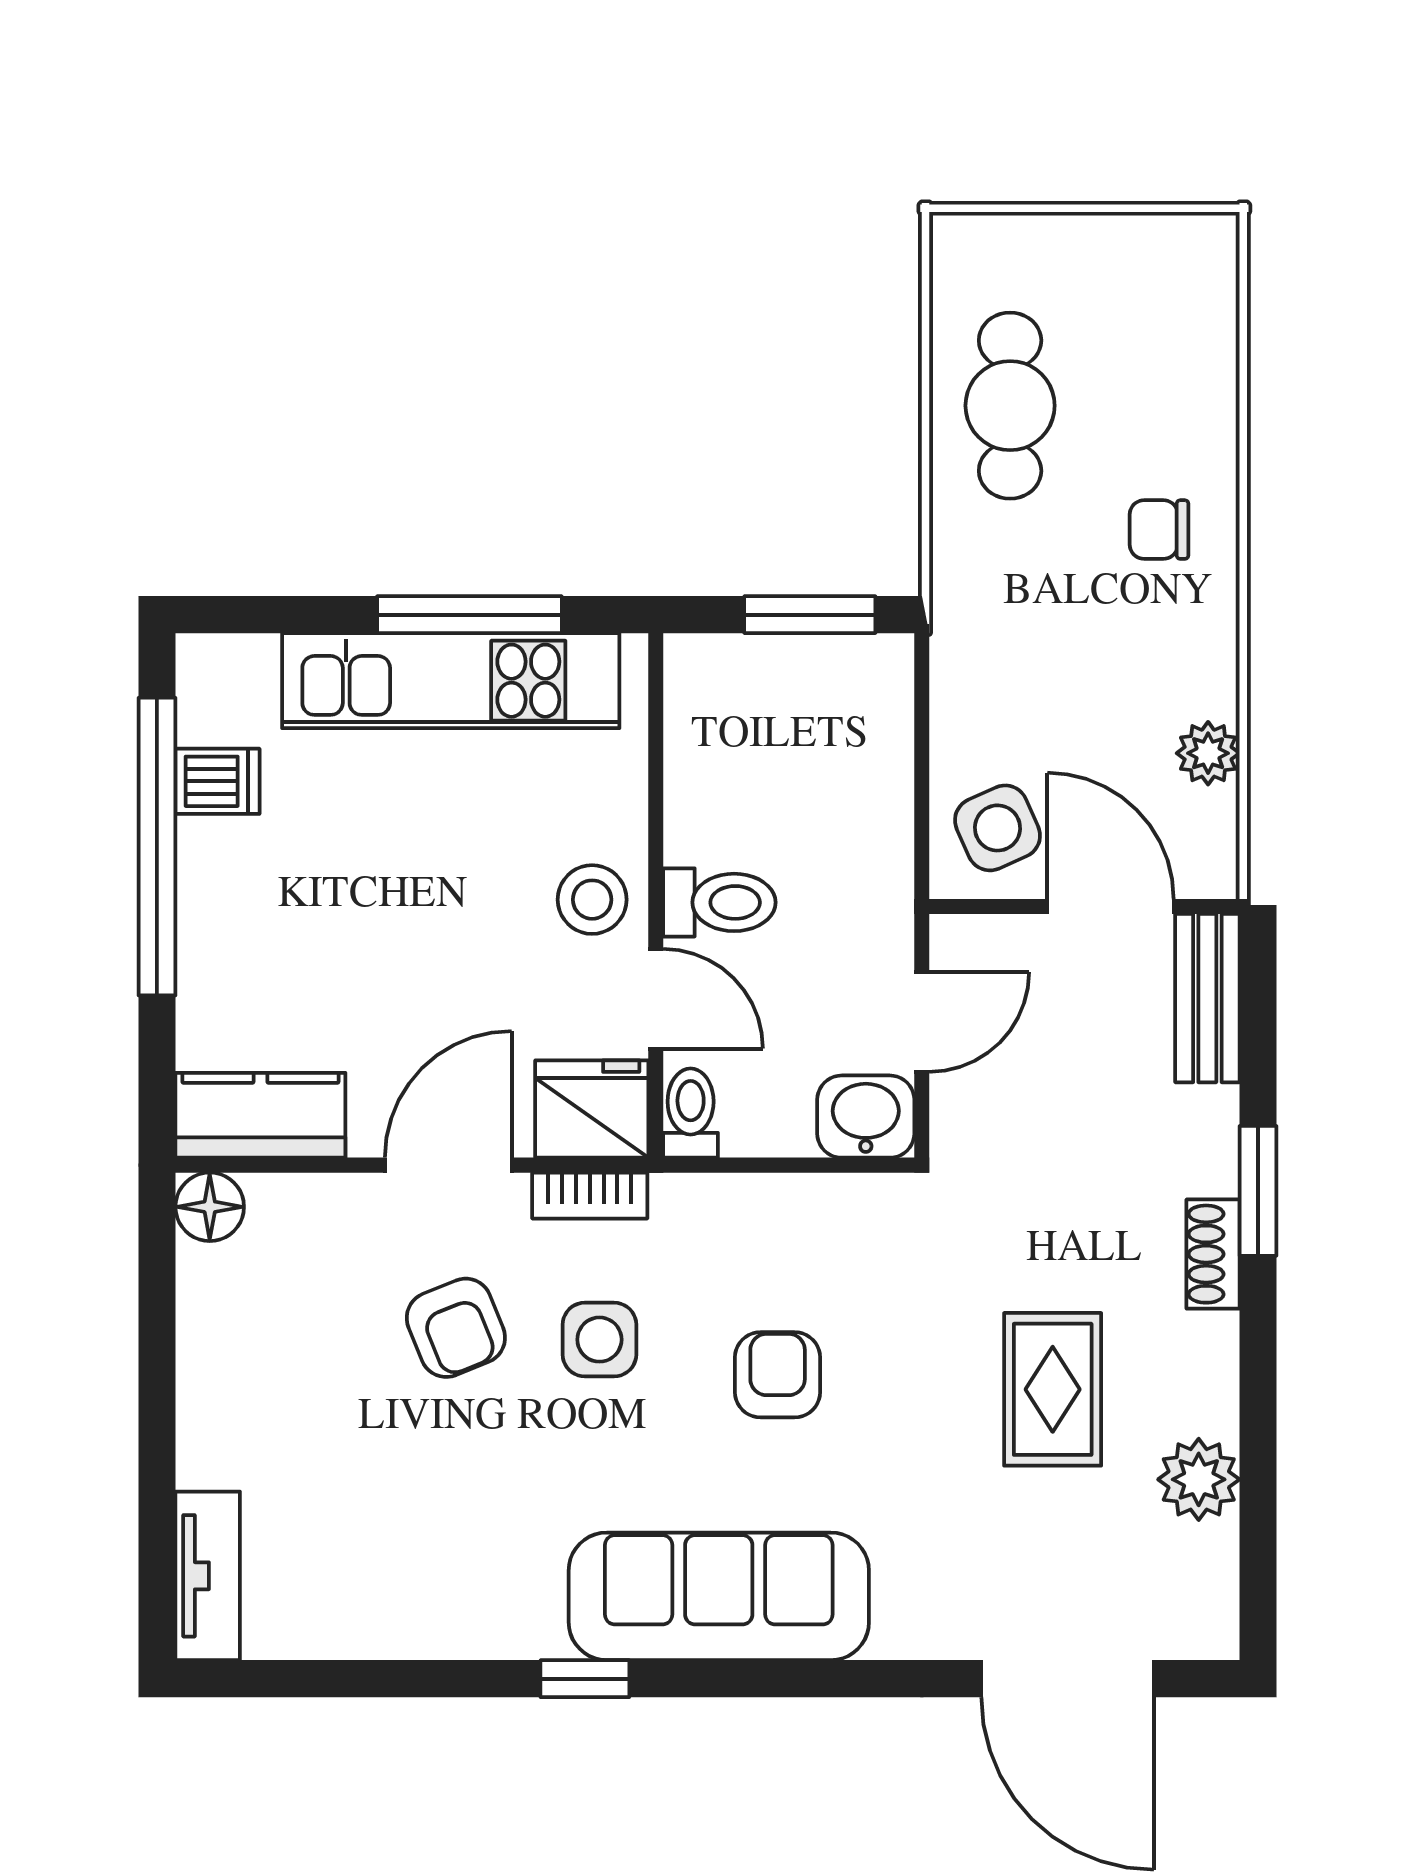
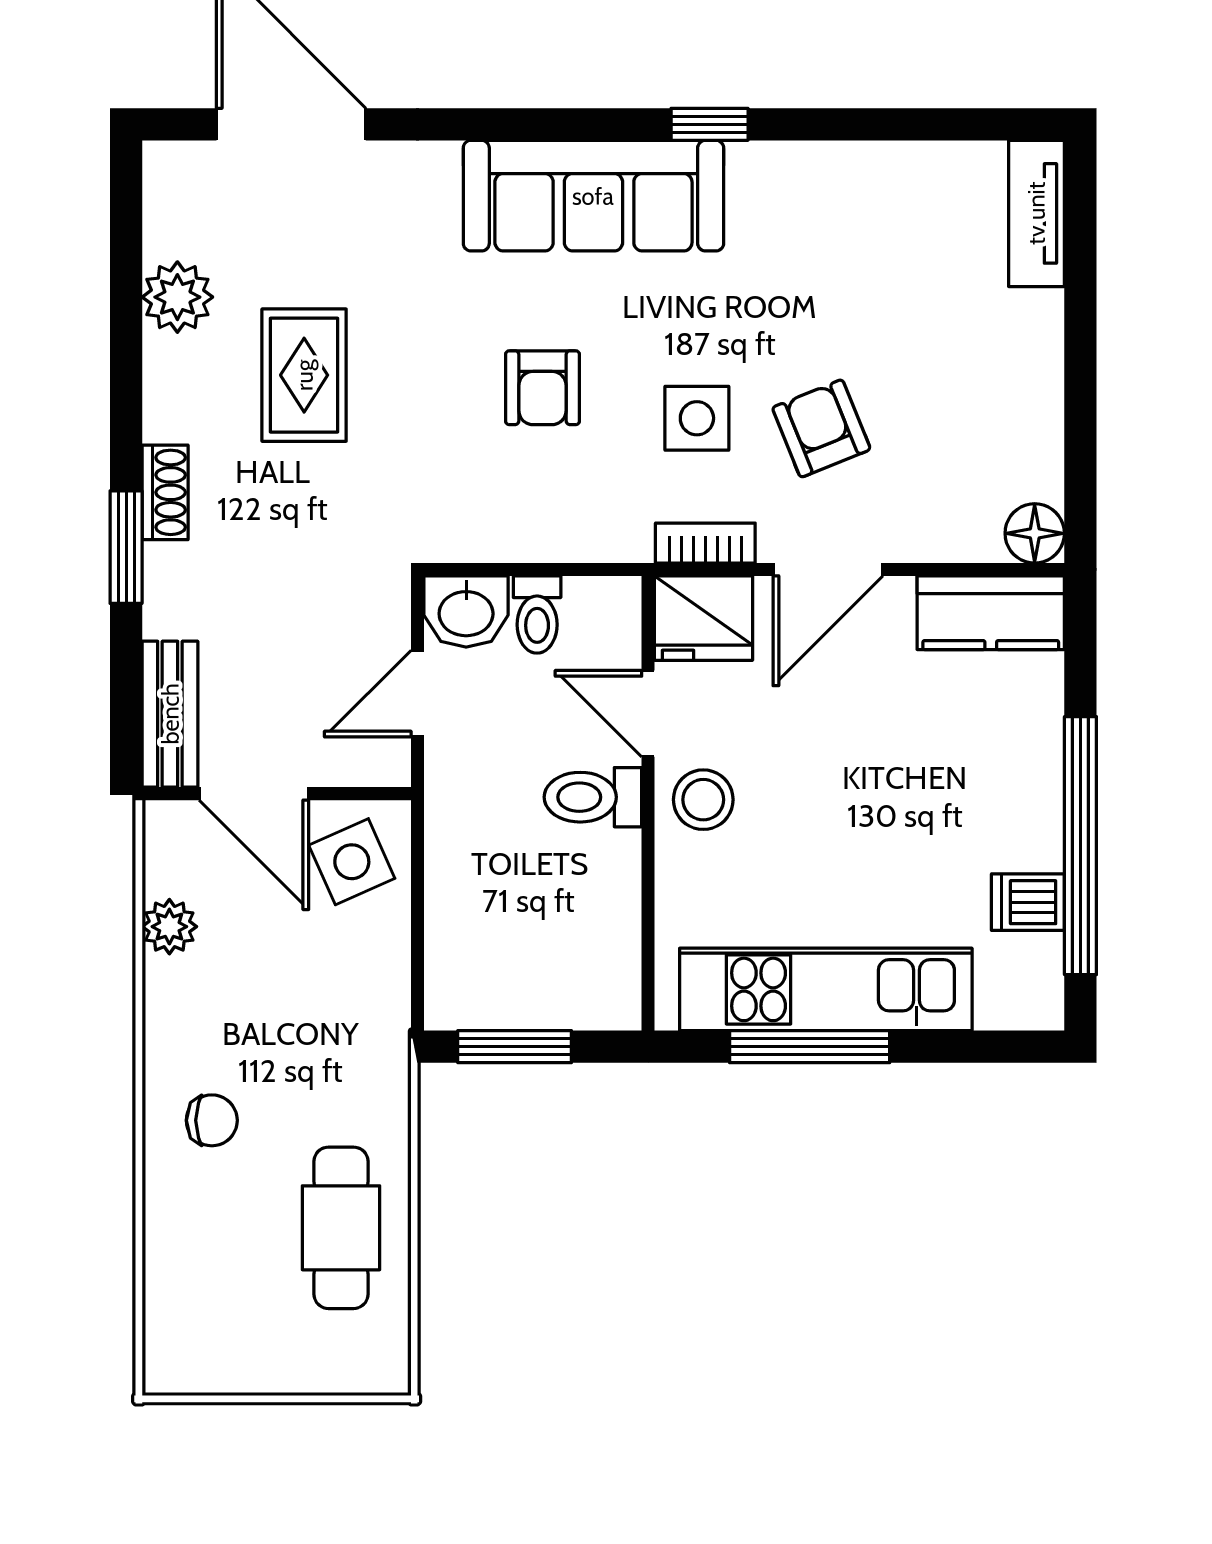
toilet: (691, 1113) -> (537, 615), moved

